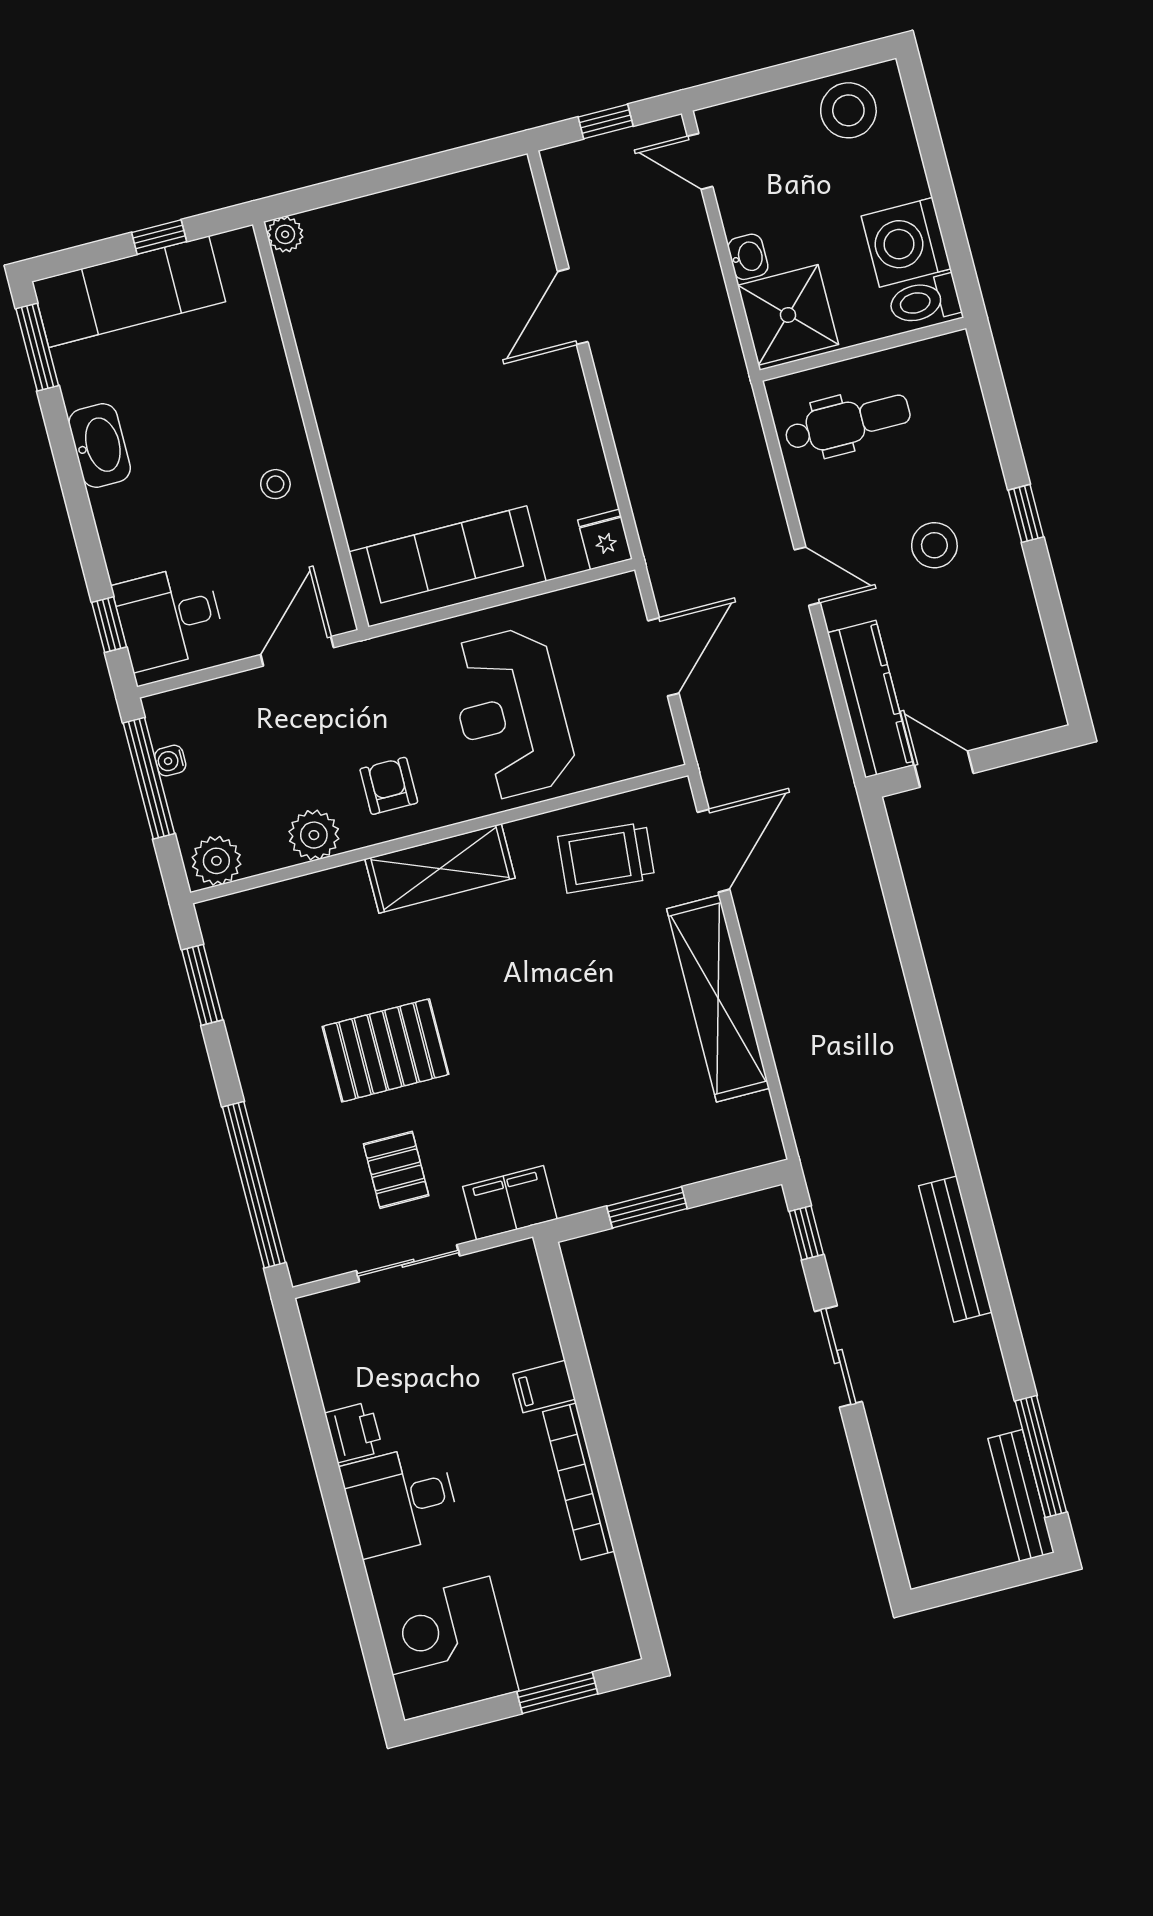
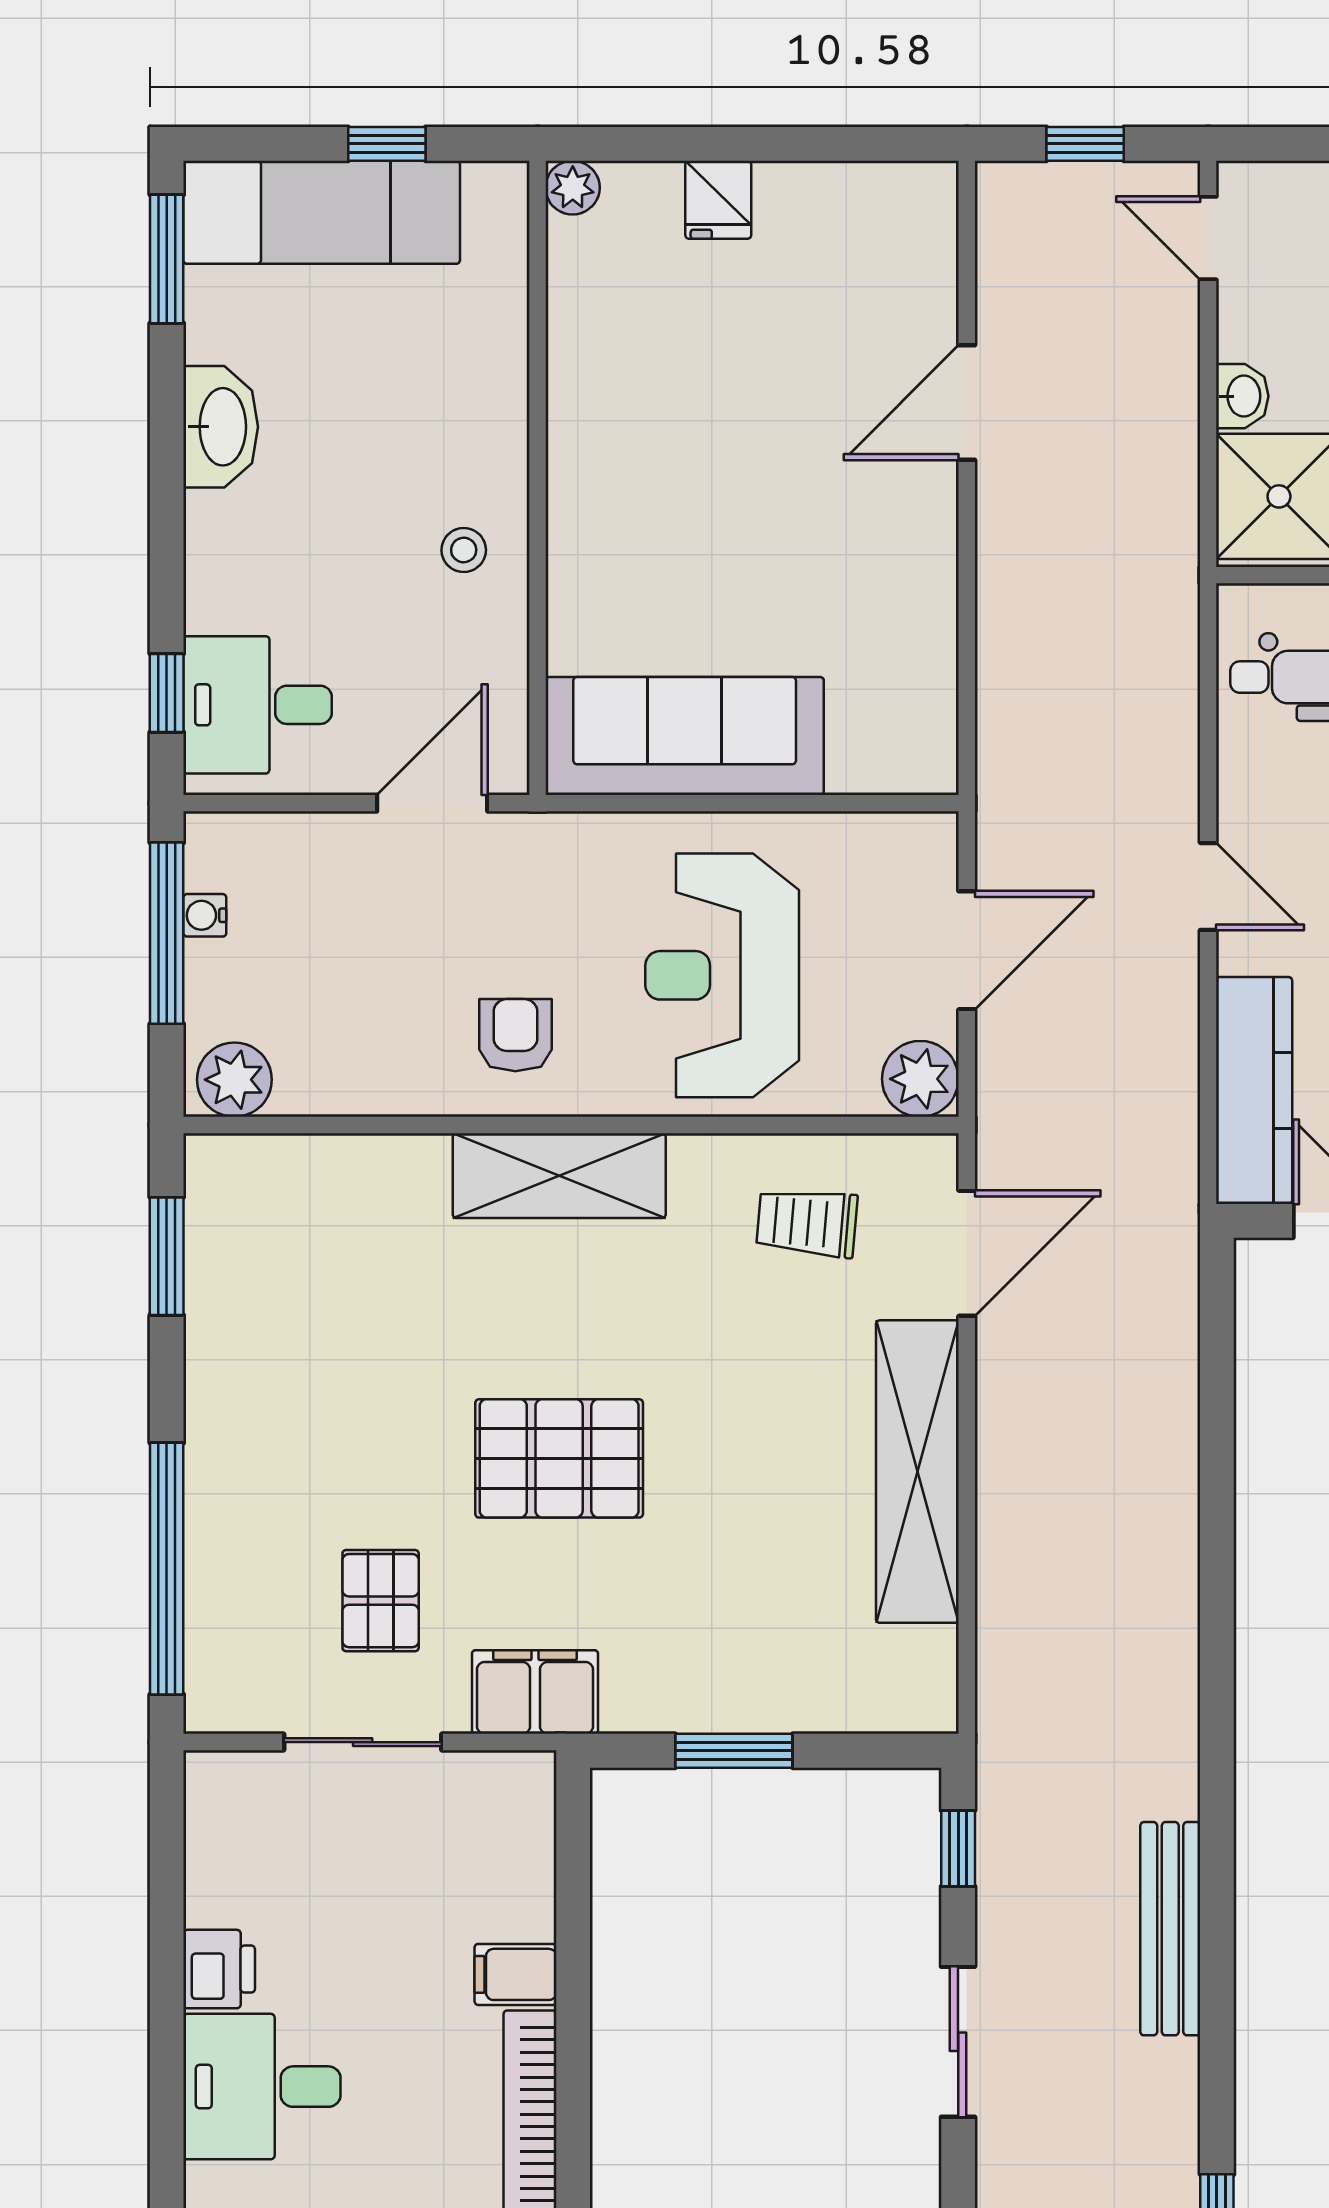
fridge: (605, 539) -> (718, 200), moved, turned 180
plant: (314, 835) -> (920, 1079), moved
trolley: (606, 858) -> (807, 1223), width x0.73, depth x0.72
pallet: (386, 1050) -> (559, 1458), moved

